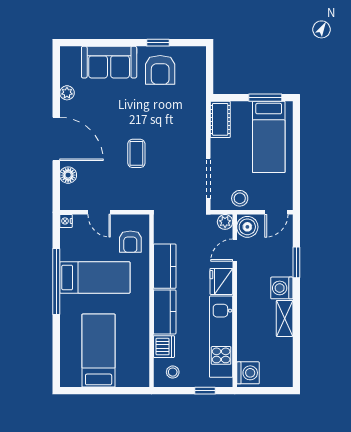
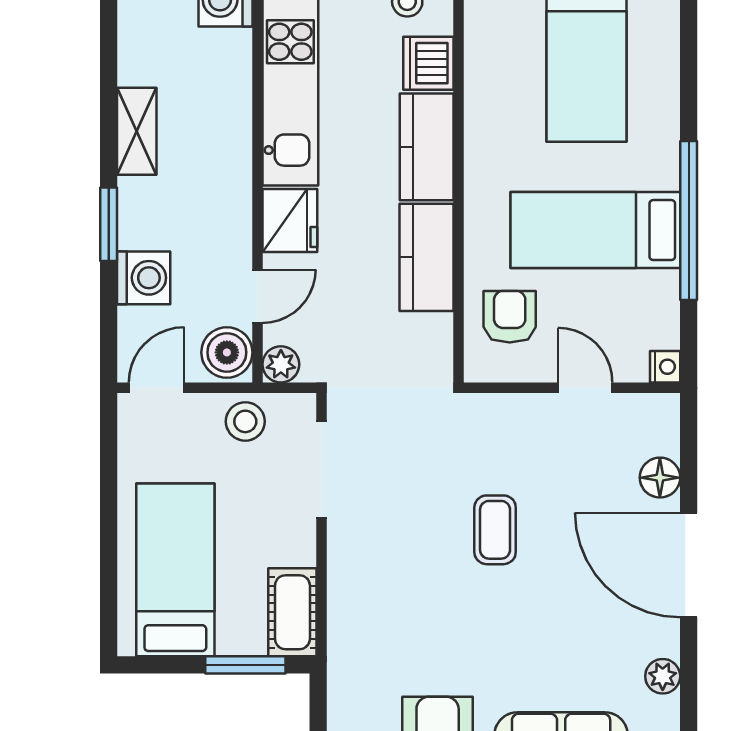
window: (265, 98) -> (245, 665), moved
window: (296, 262) -> (109, 224), moved
washing machine: (282, 288) -> (144, 278), moved

